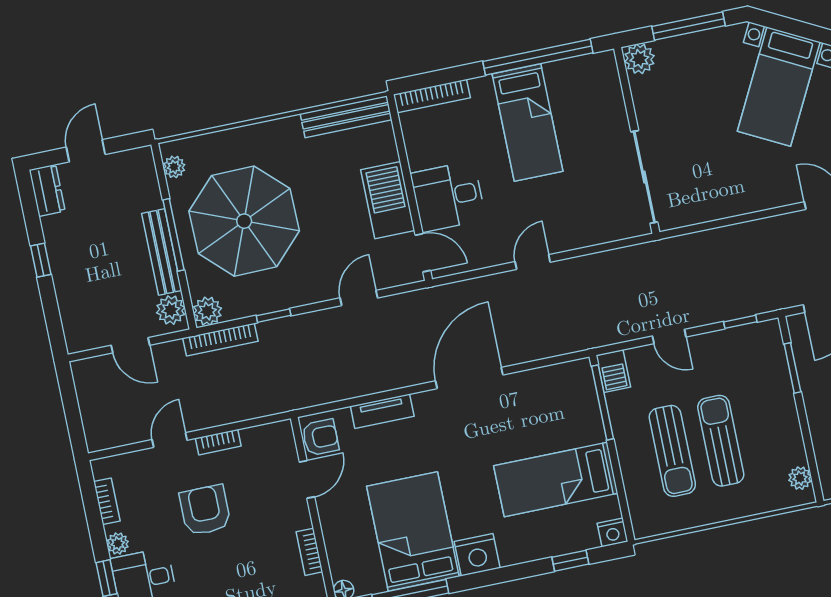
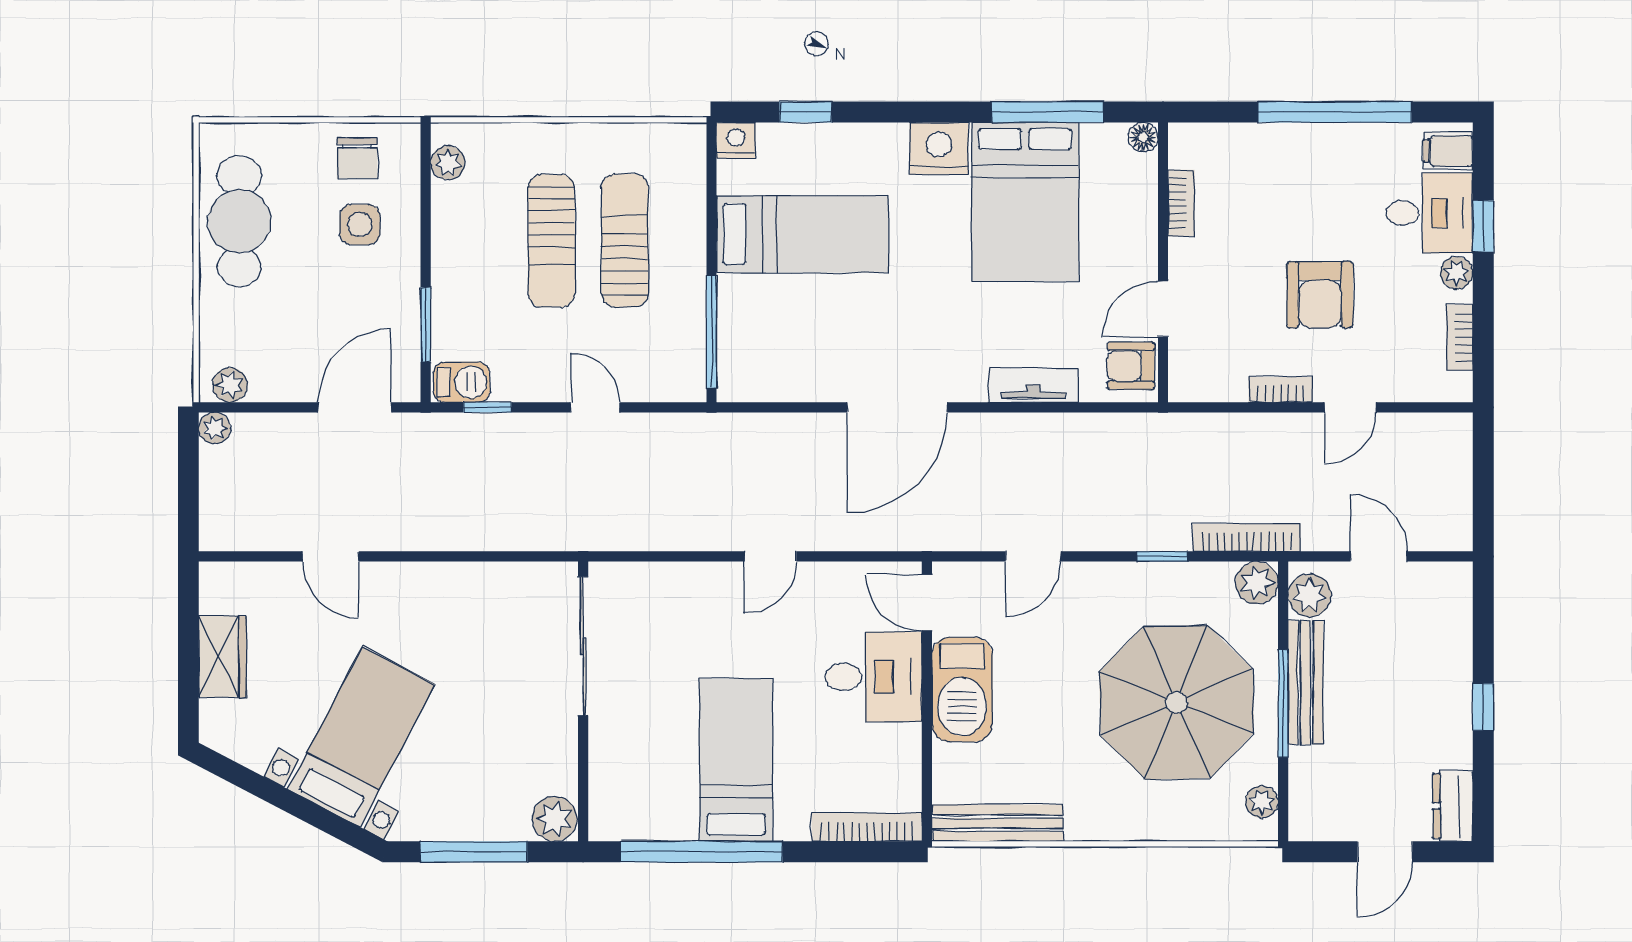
barbecue: (613, 371) -> (462, 382), moved, turned 90

